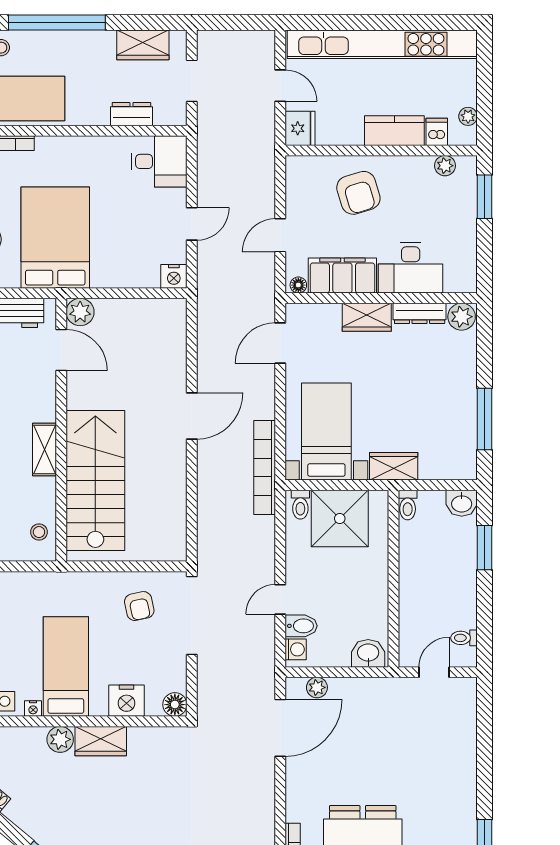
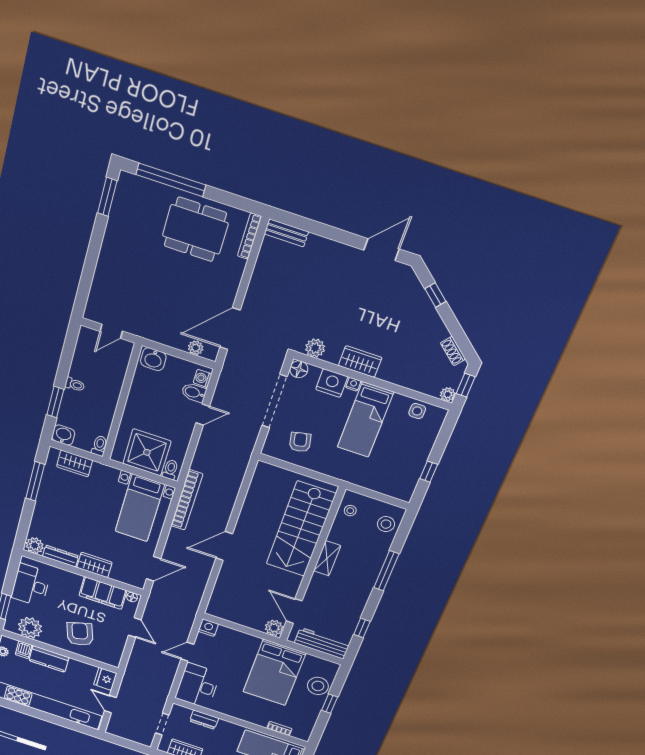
desk: (159, 161) -> (198, 686), width x1.37
plant: (445, 166) -> (30, 628), width x1.88, depth x1.88
door: (280, 235) -> (135, 628), hinge flipped
desk: (411, 268) -> (31, 585), moved, turned -90
wardrobe: (394, 466) -> (75, 463), moved
doorway: (192, 616) -> (275, 401), moved
toilet: (464, 638) -> (75, 385), moved
nightstand: (33, 709) -> (353, 384), moved
plant: (60, 739) -> (315, 348), moved

